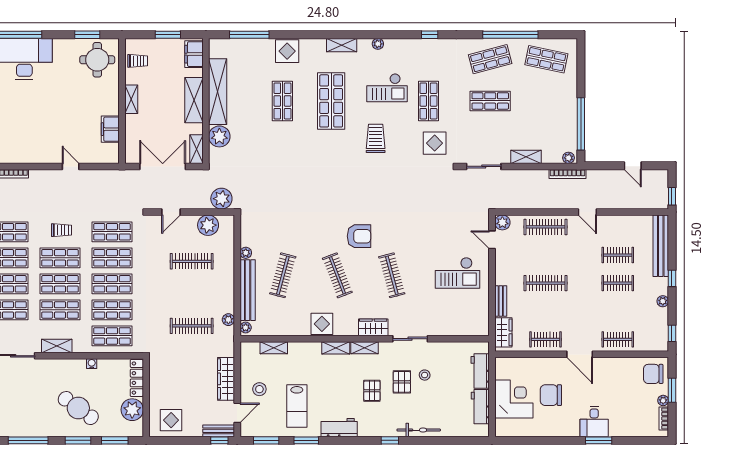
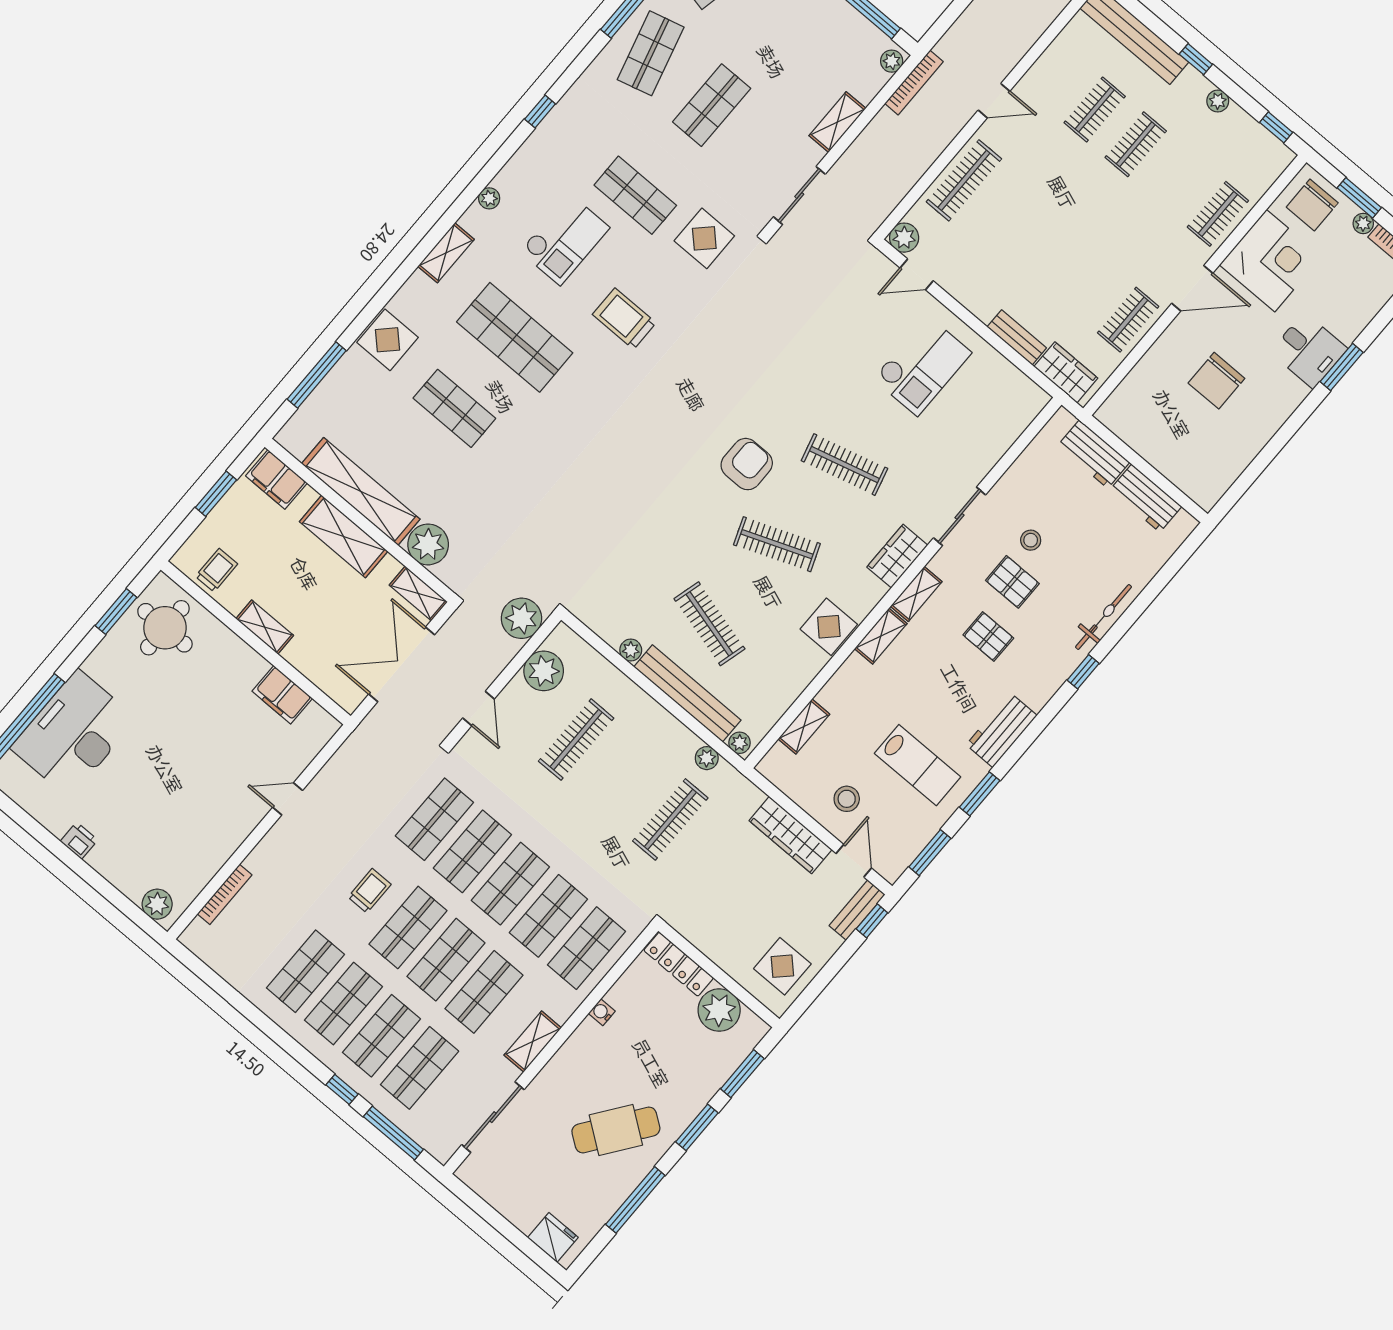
clothes rail: (545, 283) -> (1046, 250), removed
corner desk: (514, 399) -> (1271, 261), moved, turned 90
cafe table: (78, 408) -> (616, 1130), moved

